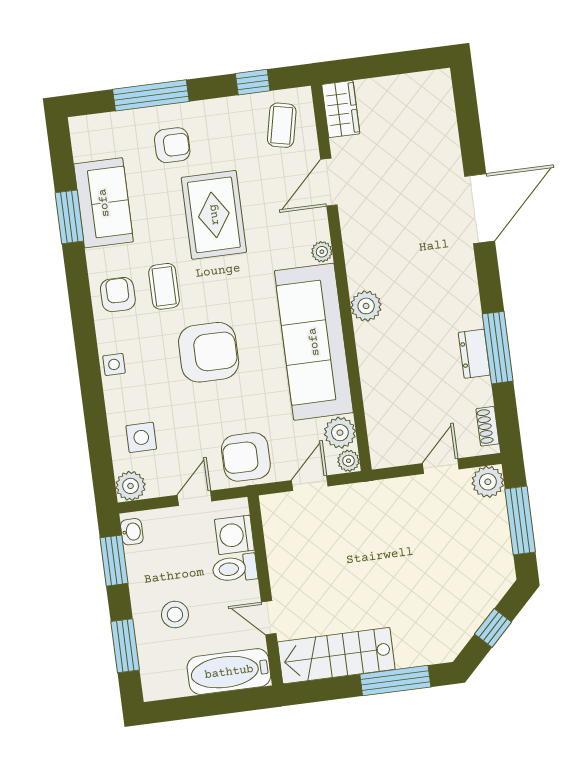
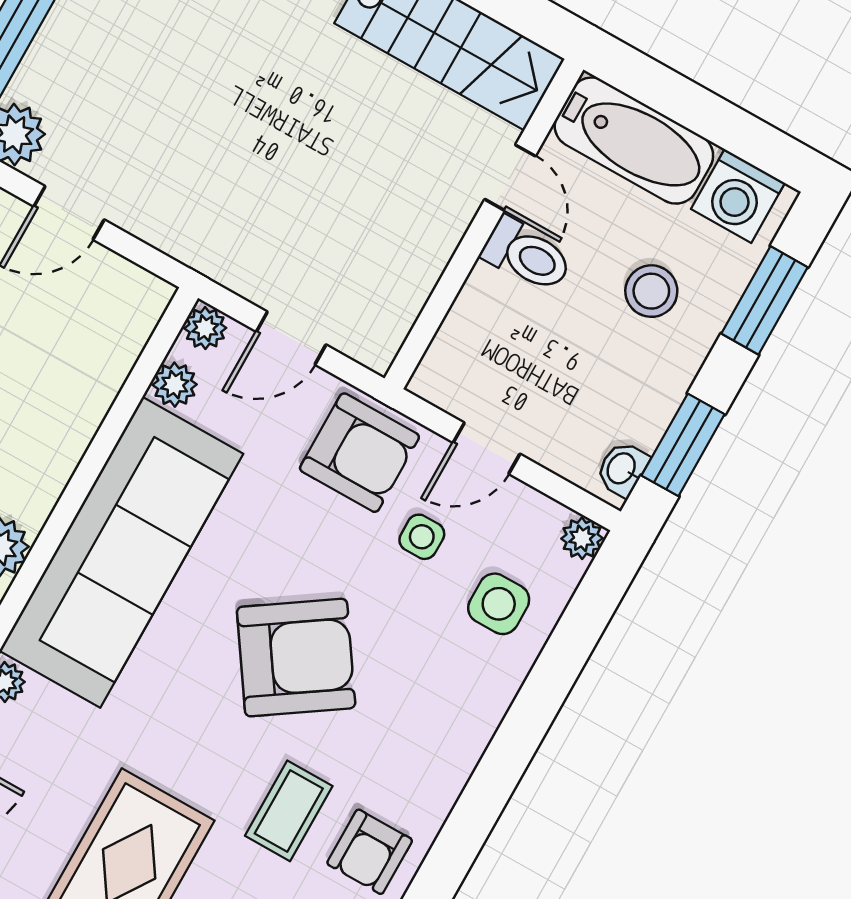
armchair: (209, 352) -> (296, 658), turned 146
side table: (114, 364) -> (422, 537), moved
plant: (340, 433) -> (175, 385), width x0.73, depth x0.73
plant: (131, 486) -> (582, 538), width x0.73, depth x0.73
washing machine: (234, 535) -> (738, 196), moved, turned 90
toilet: (235, 568) -> (527, 255), moved

